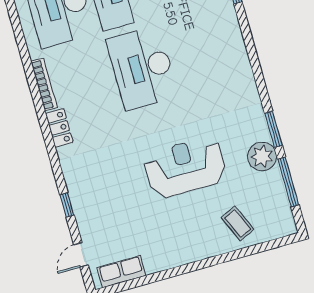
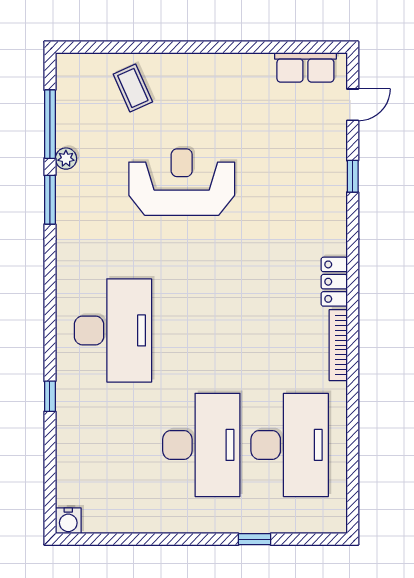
desk: (142, 68) -> (113, 330), moved
plant: (262, 156) -> (66, 159), width x0.53, depth x0.53
reception desk: (185, 167) -> (182, 182), turned 180

